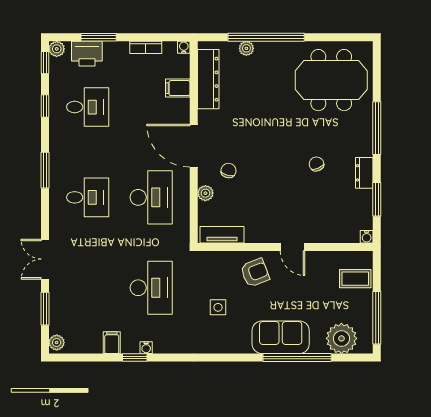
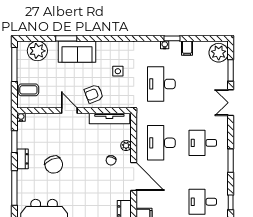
chair: (316, 164) -> (54, 165), width x1.87, depth x1.87
tv unit: (222, 235) -> (109, 118), width x1.41
double door: (45, 259) -> (231, 103), swing flipped
plant: (57, 343) -> (219, 53), width x1.88, depth x1.88
window: (297, 358) -> (66, 38), width x0.47

